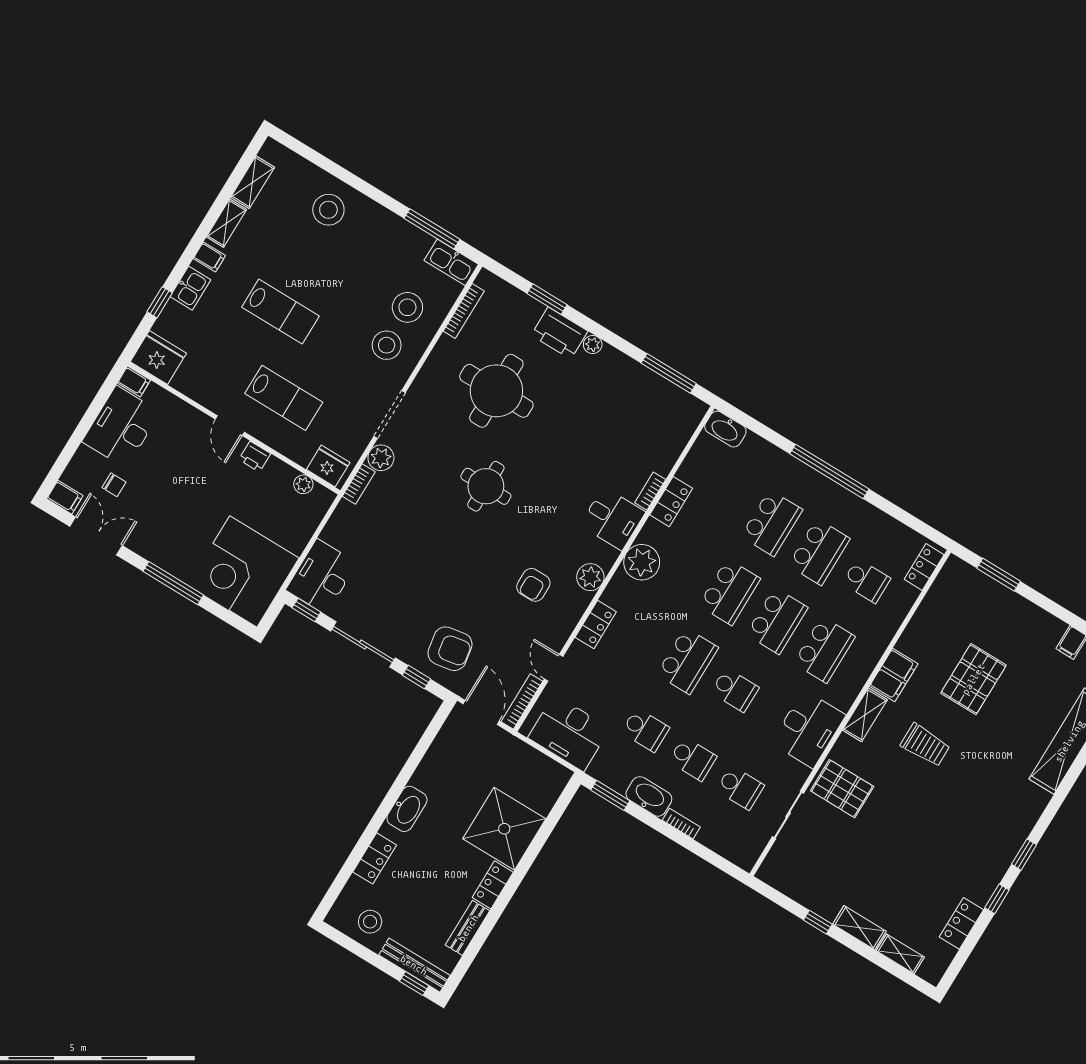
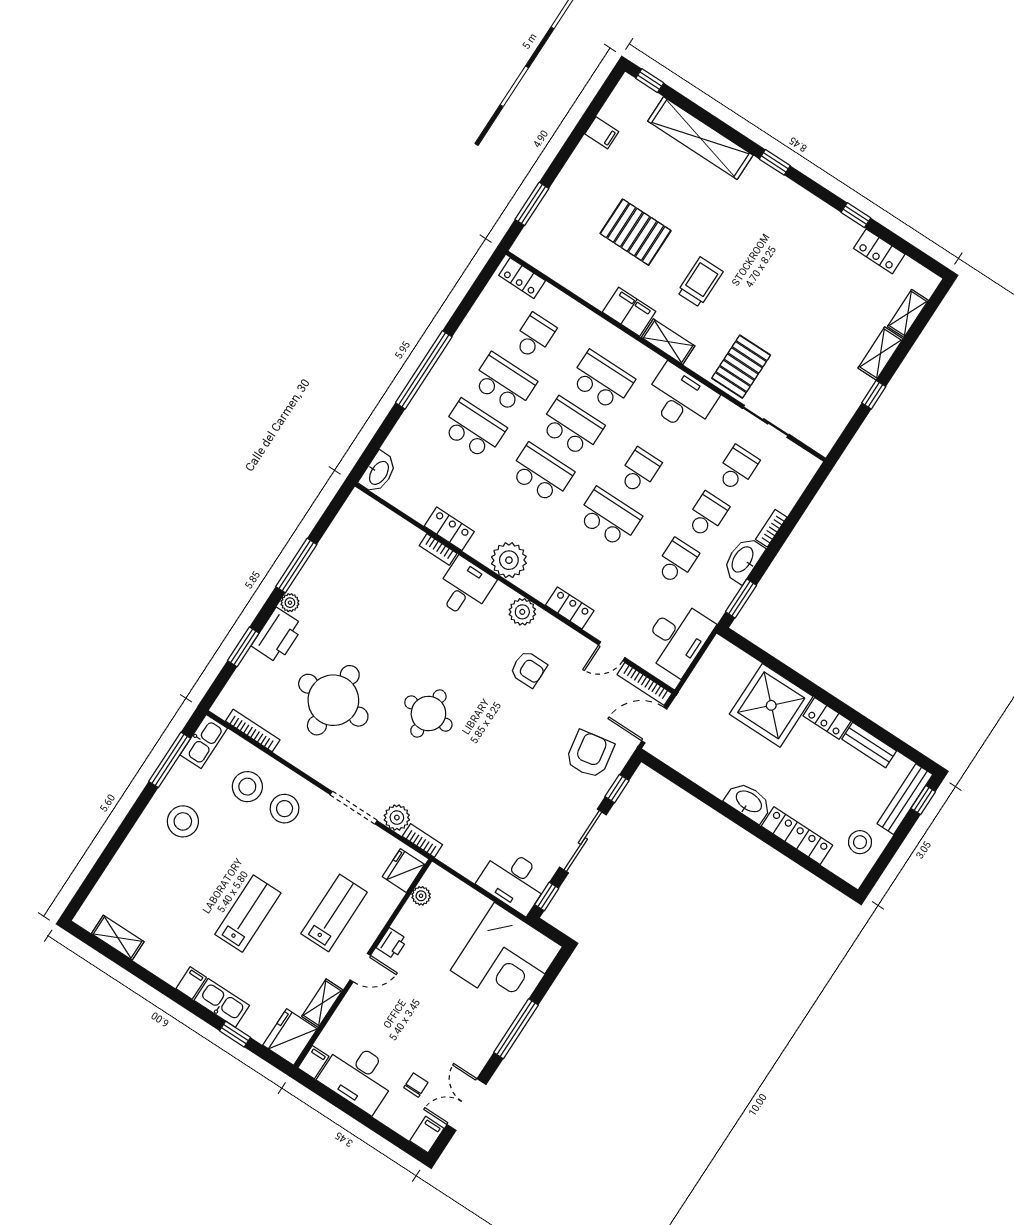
stool: (328, 210) -> (183, 821), moved
shelving: (226, 223) -> (322, 1003), moved, turned 90
kitchen sink: (190, 288) -> (222, 1003), width x1.38
window: (669, 373) -> (296, 566), moved
window: (1024, 855) -> (775, 162), moved
locker: (375, 858) -> (797, 836), width x1.53

